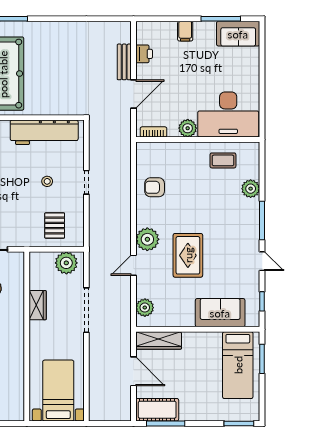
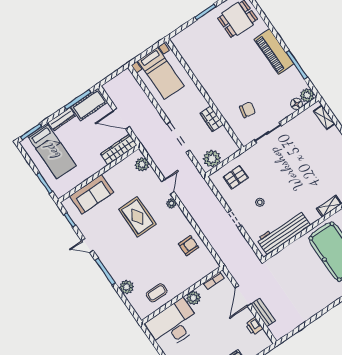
pallet: (55, 226) -> (236, 177), turned 90
plant: (147, 239) -> (171, 203), width x0.53, depth x0.53
bed: (238, 365) -> (52, 151), moved, turned 180
dresser: (197, 414) -> (62, 119), added

